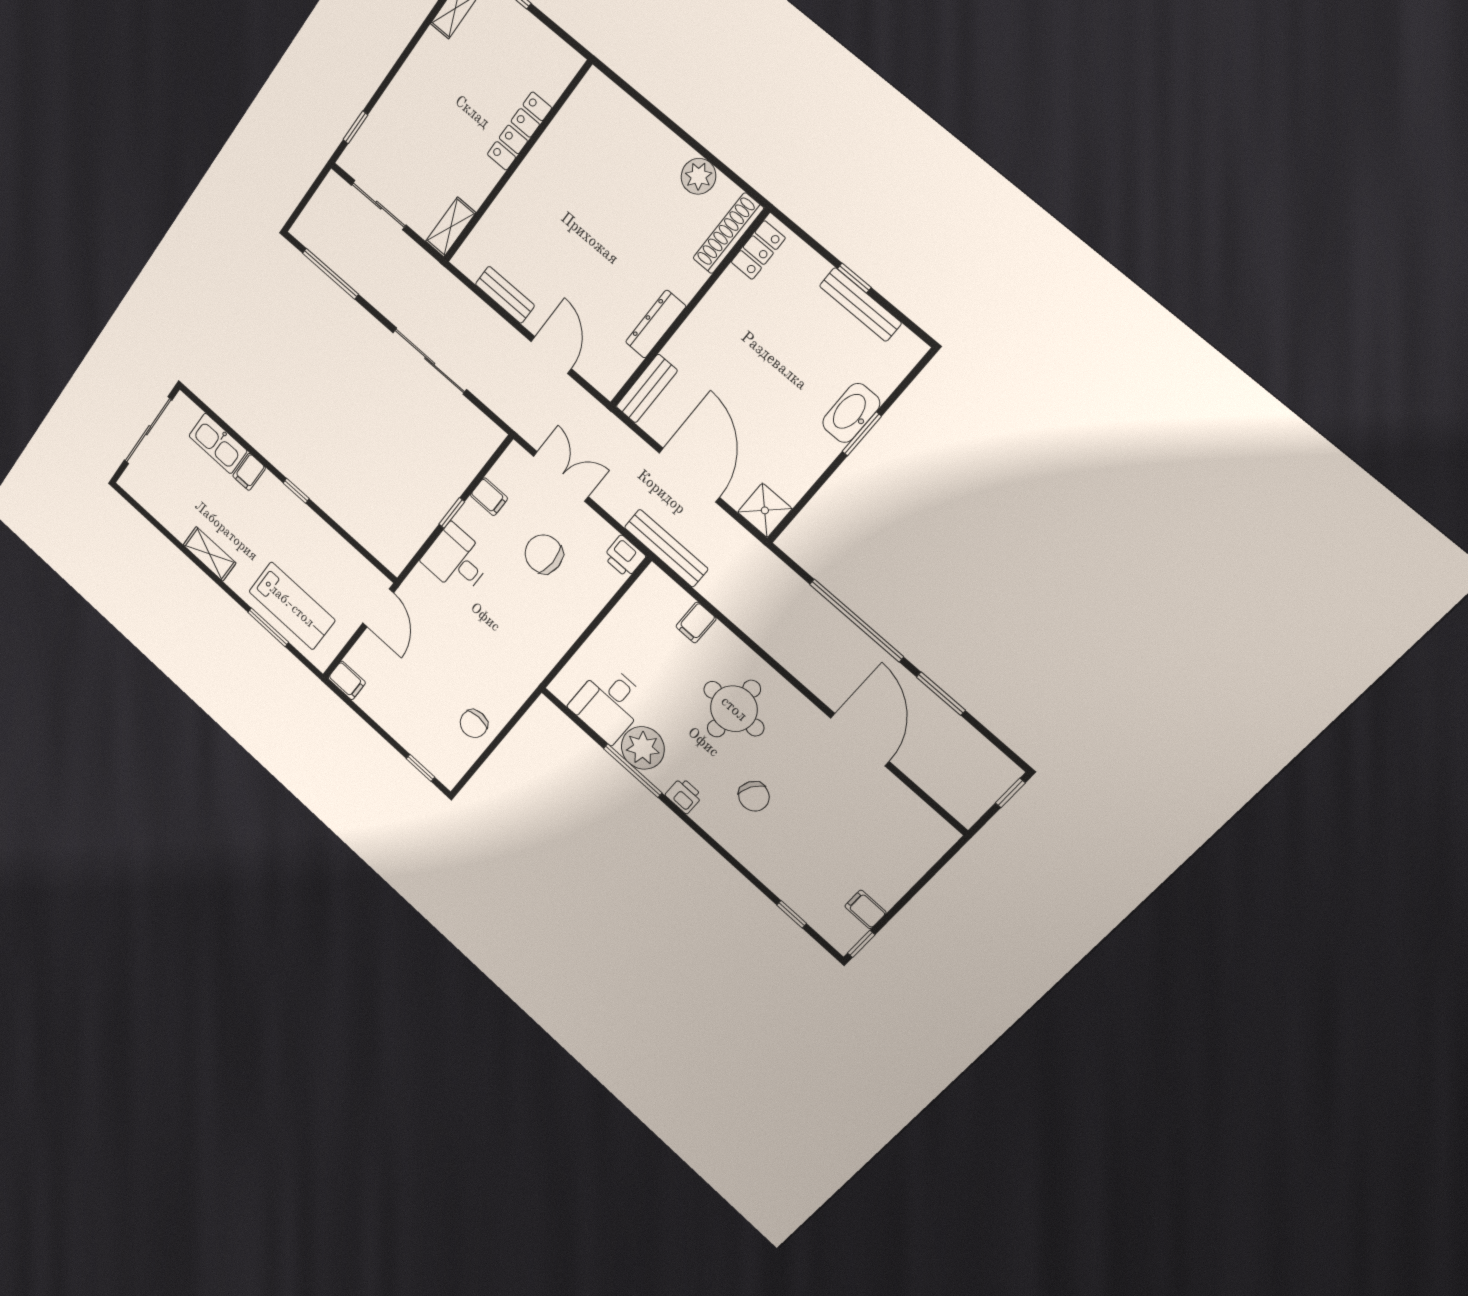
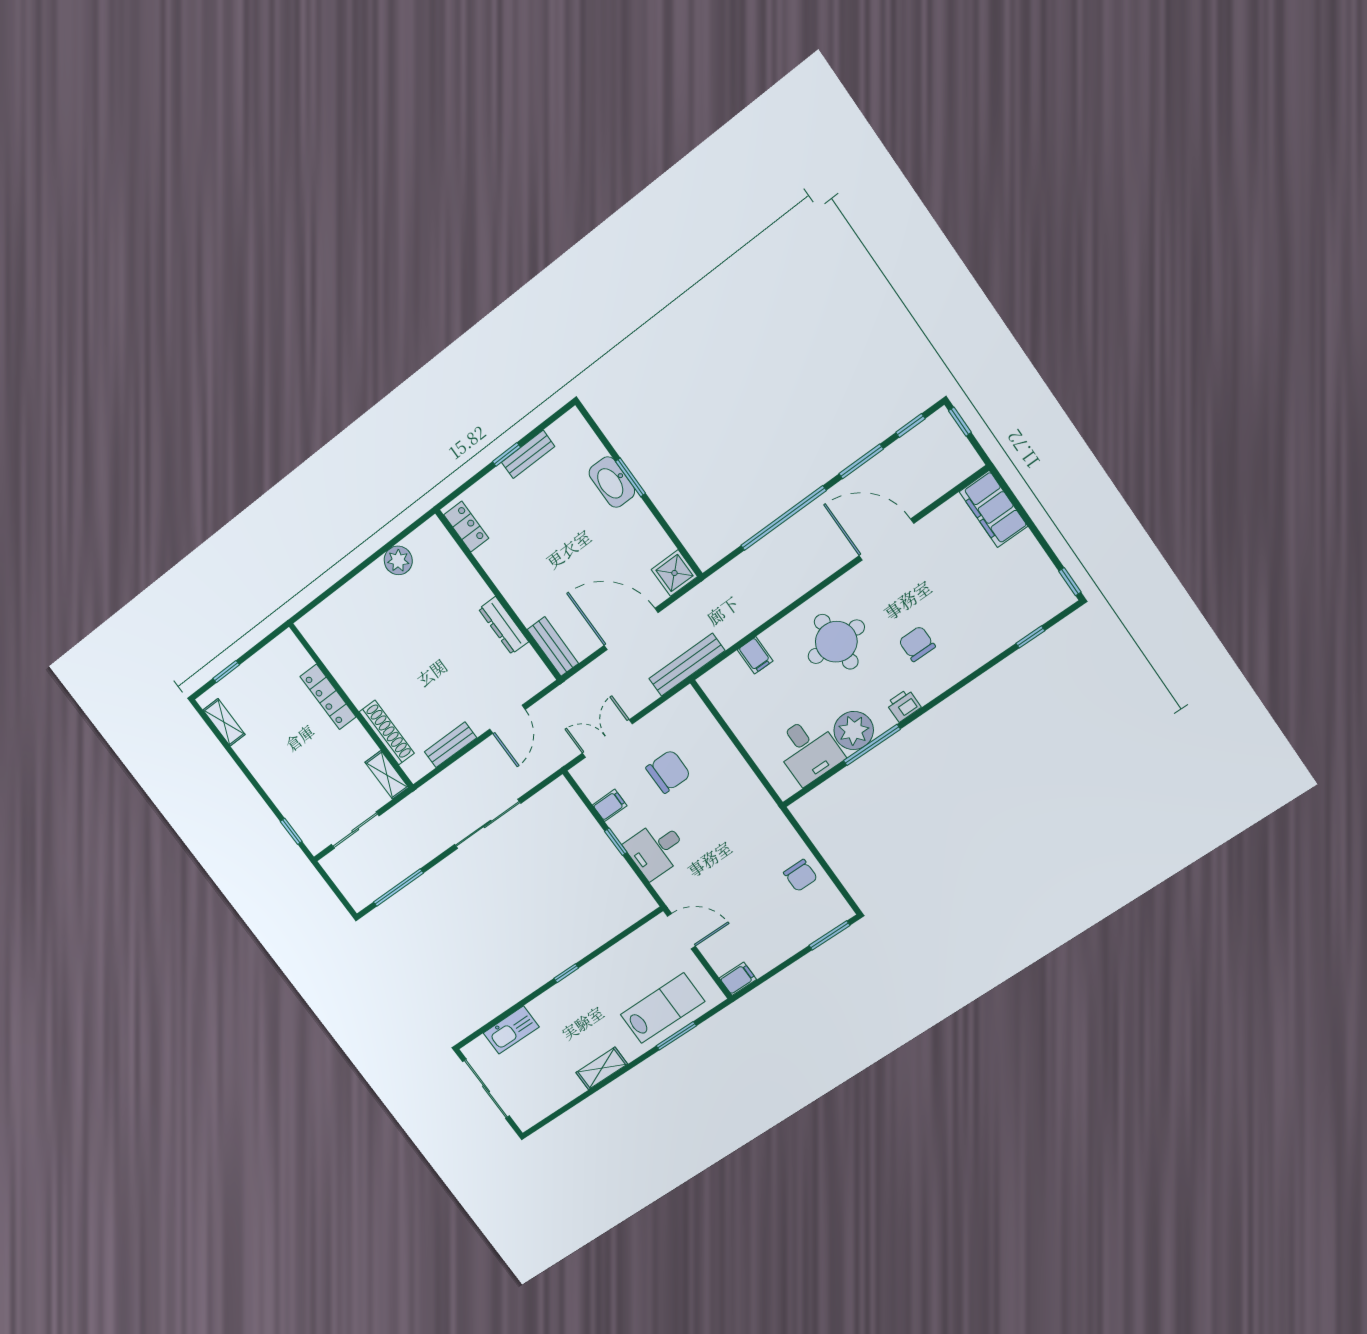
shoe rack: (728, 233) -> (387, 733), moved, turned 180
bench: (860, 305) -> (528, 454), width x0.73
door: (551, 355) -> (507, 719), swing flipped
filing cabinet: (249, 472) -> (541, 1010), removed
chair: (544, 554) -> (668, 771), turned 180
printer: (624, 557) -> (686, 702), removed
window: (994, 740) -> (910, 425), added
window: (420, 768) -> (829, 935), width x1.50
chair: (754, 796) -> (917, 644), turned -120
filing cabinet: (866, 909) -> (993, 509), moved, width x3.00, depth x1.17

